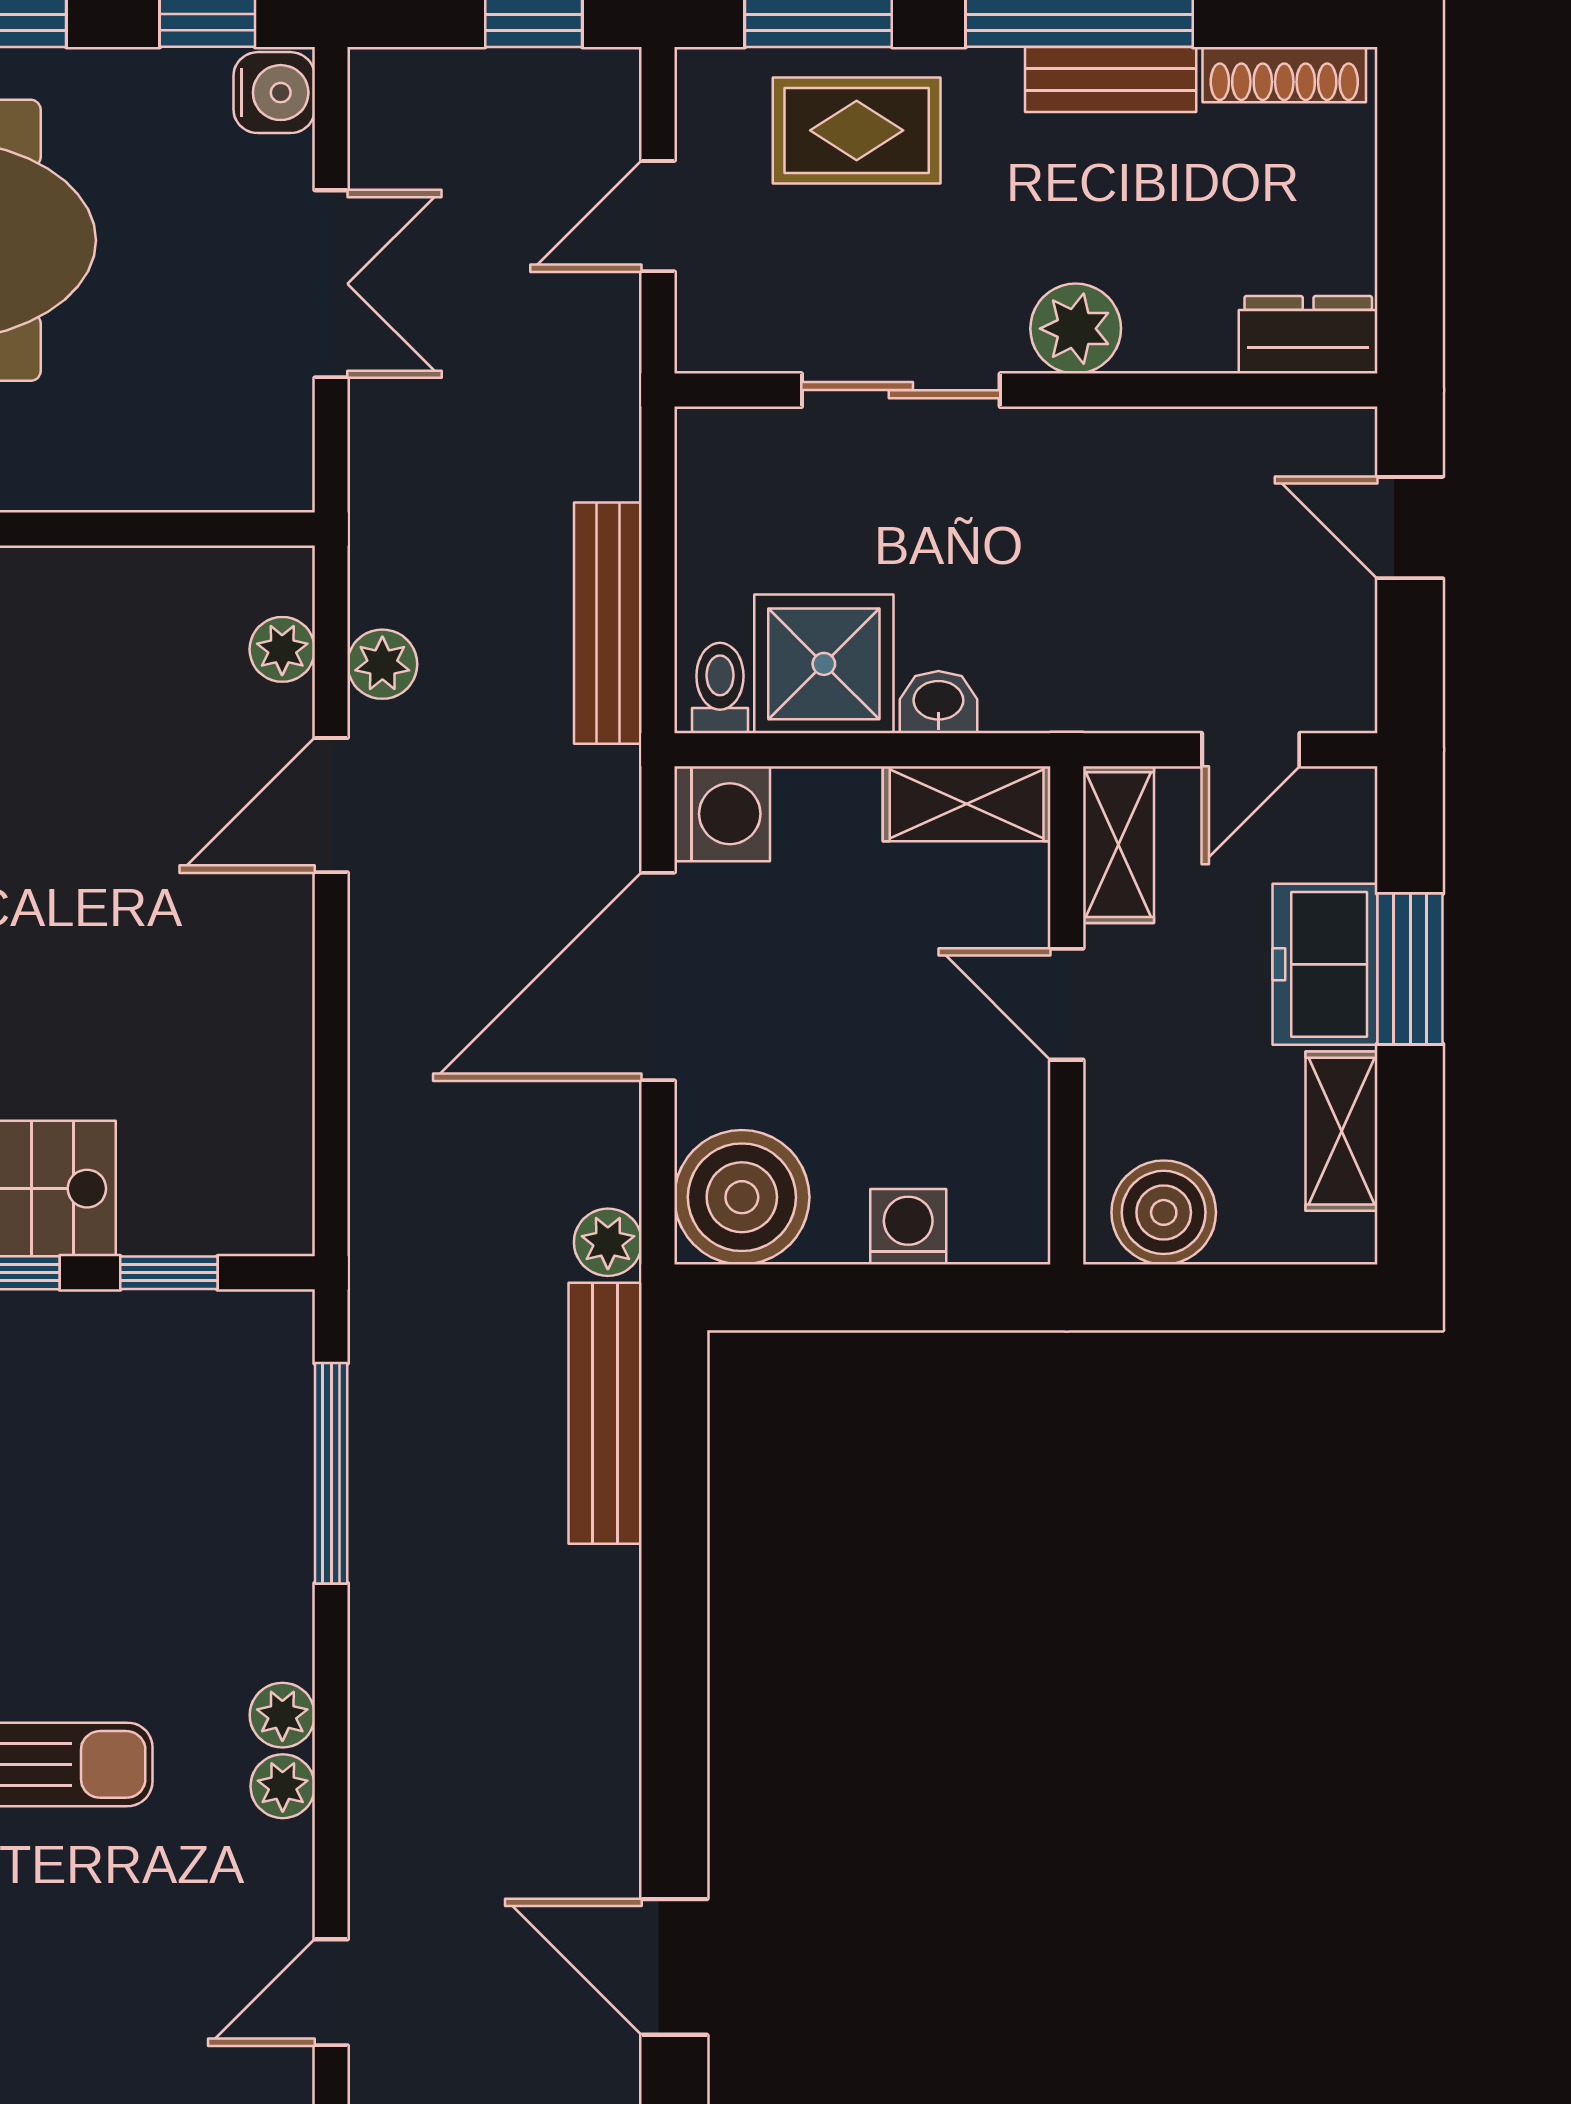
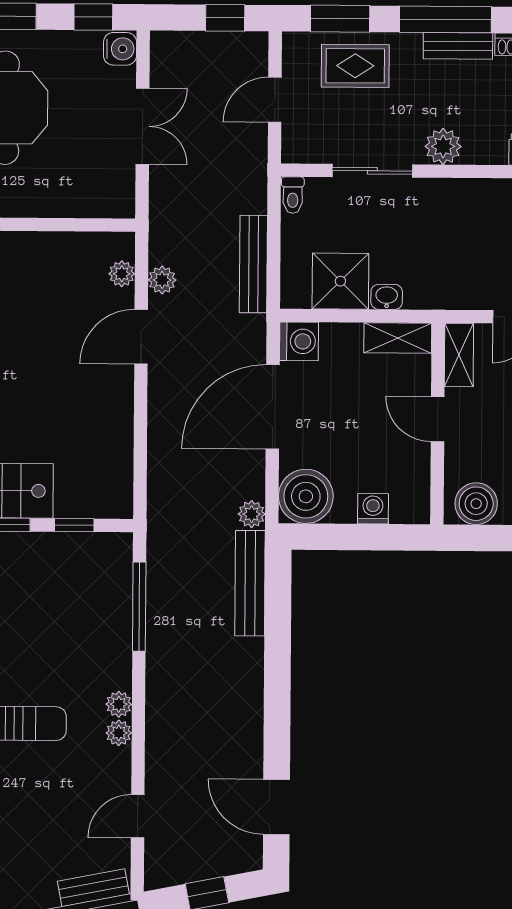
toilet: (720, 688) -> (293, 195), moved, turned 180

